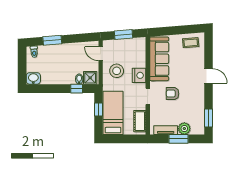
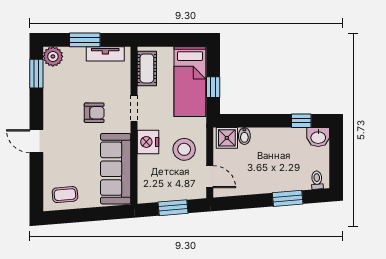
window: (77, 89) -> (301, 121), moved
plant: (184, 129) -> (53, 56), moved

